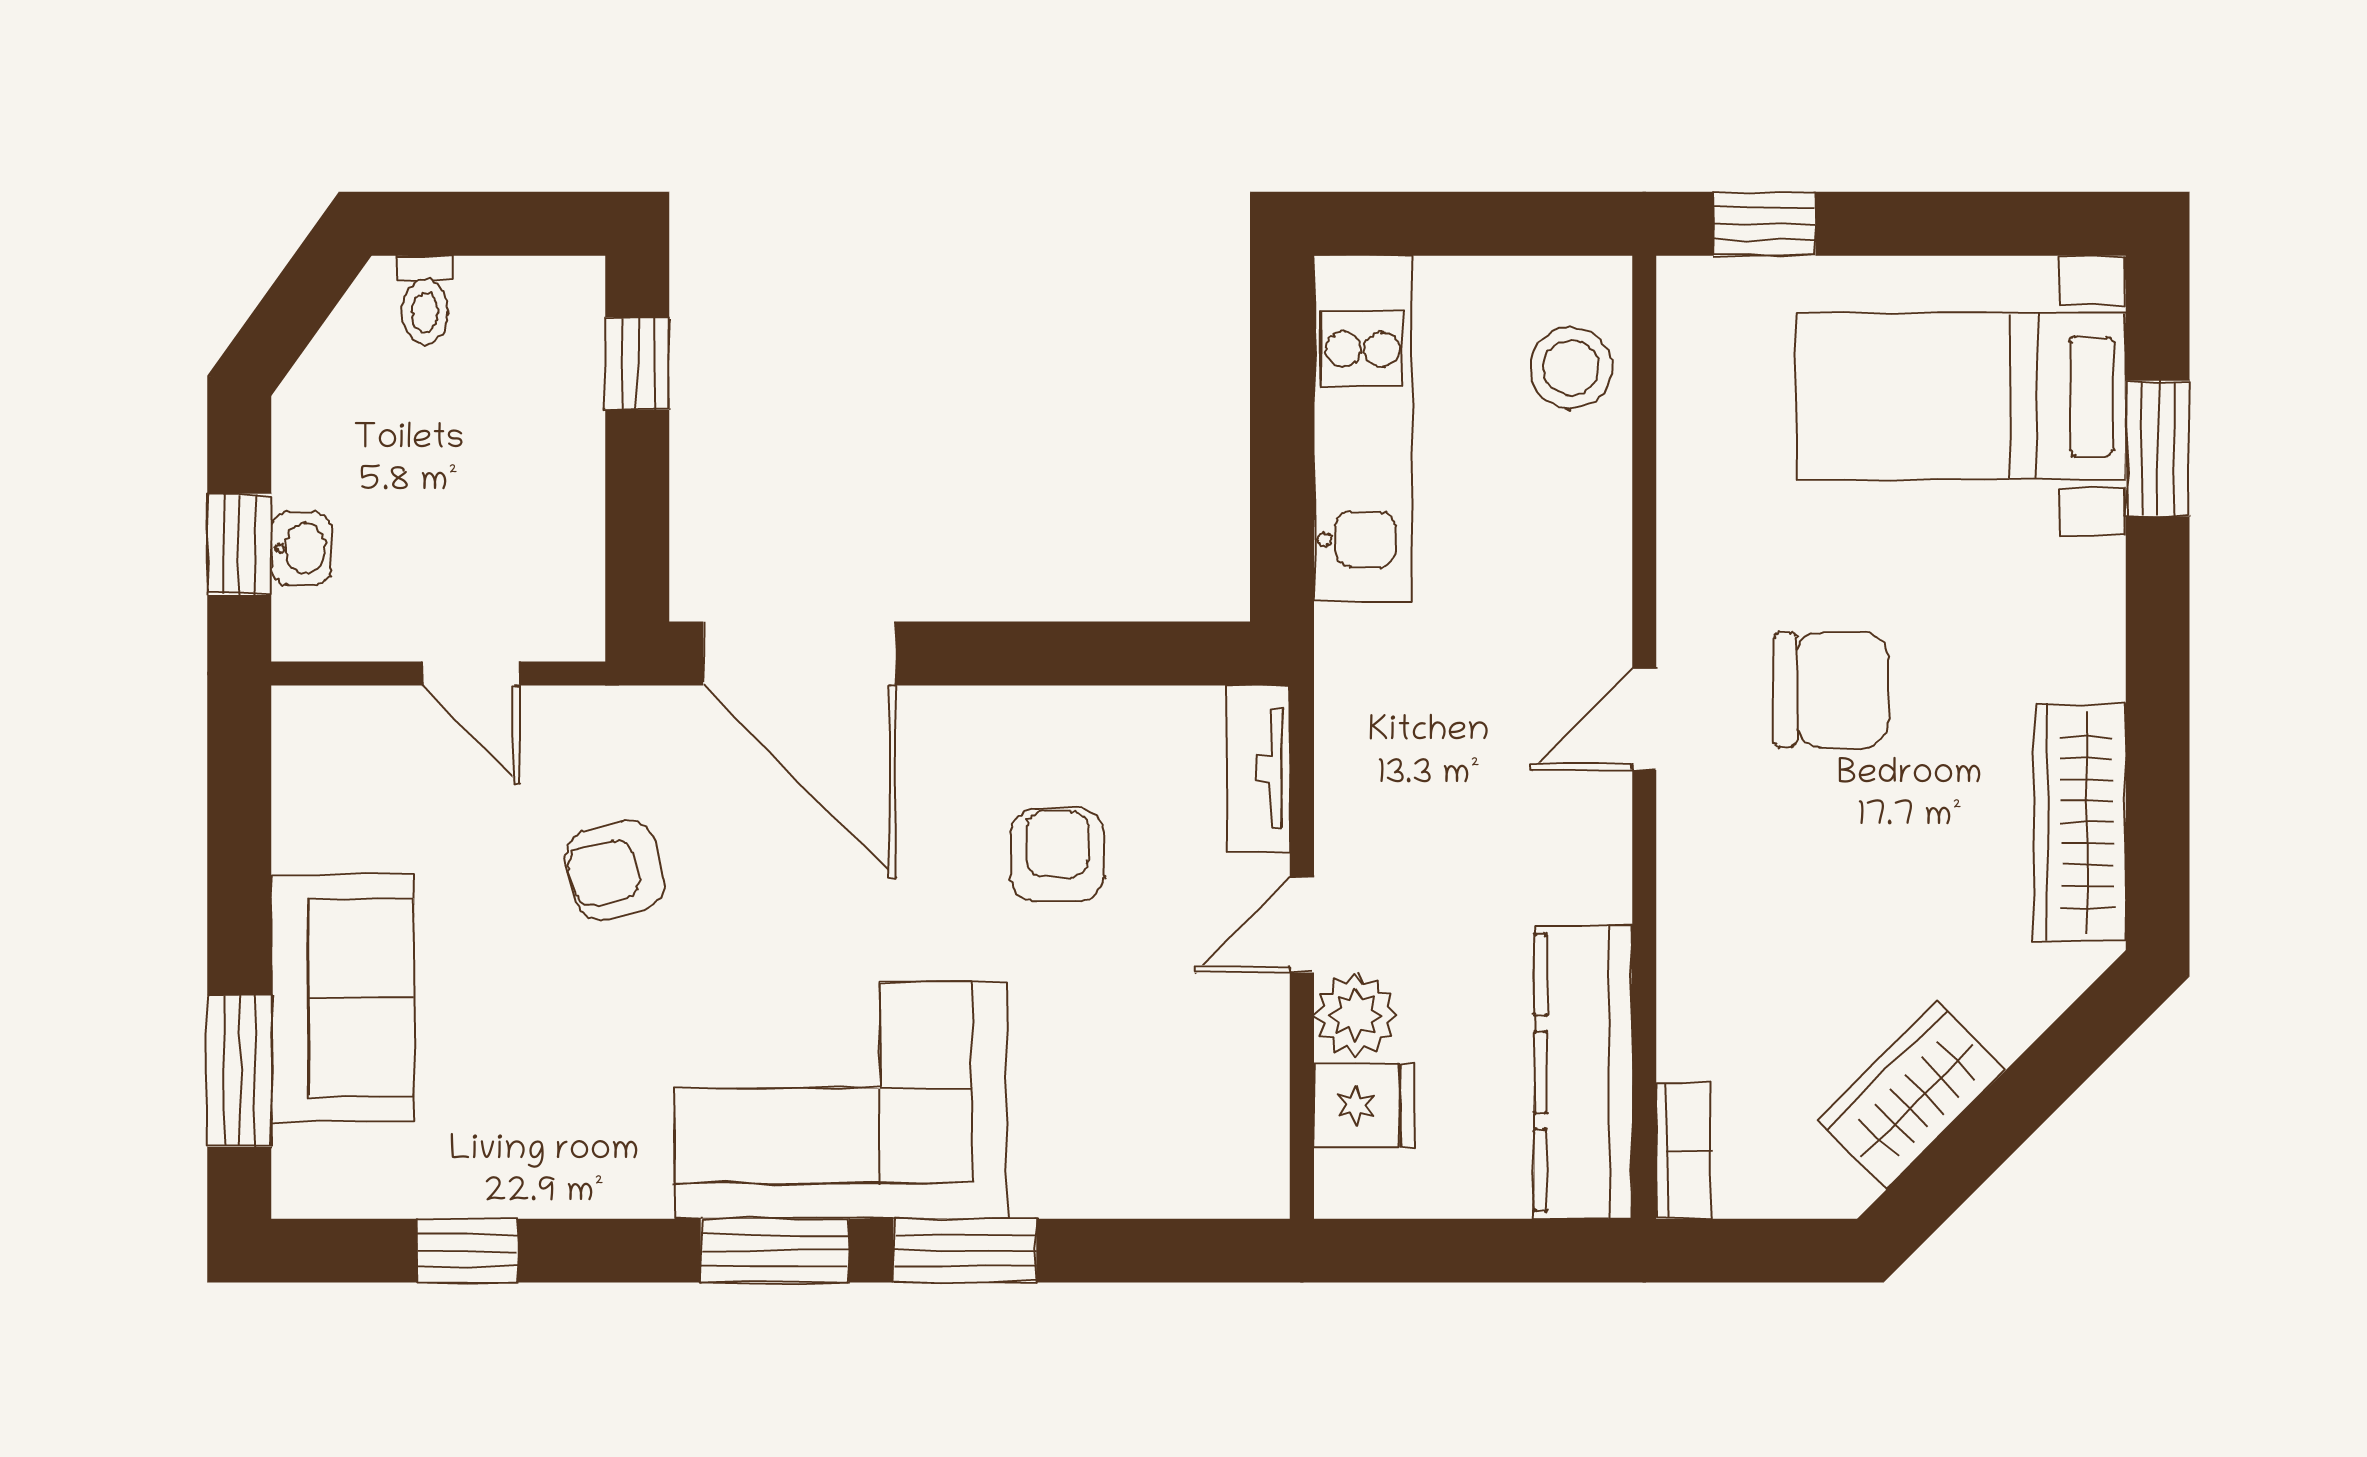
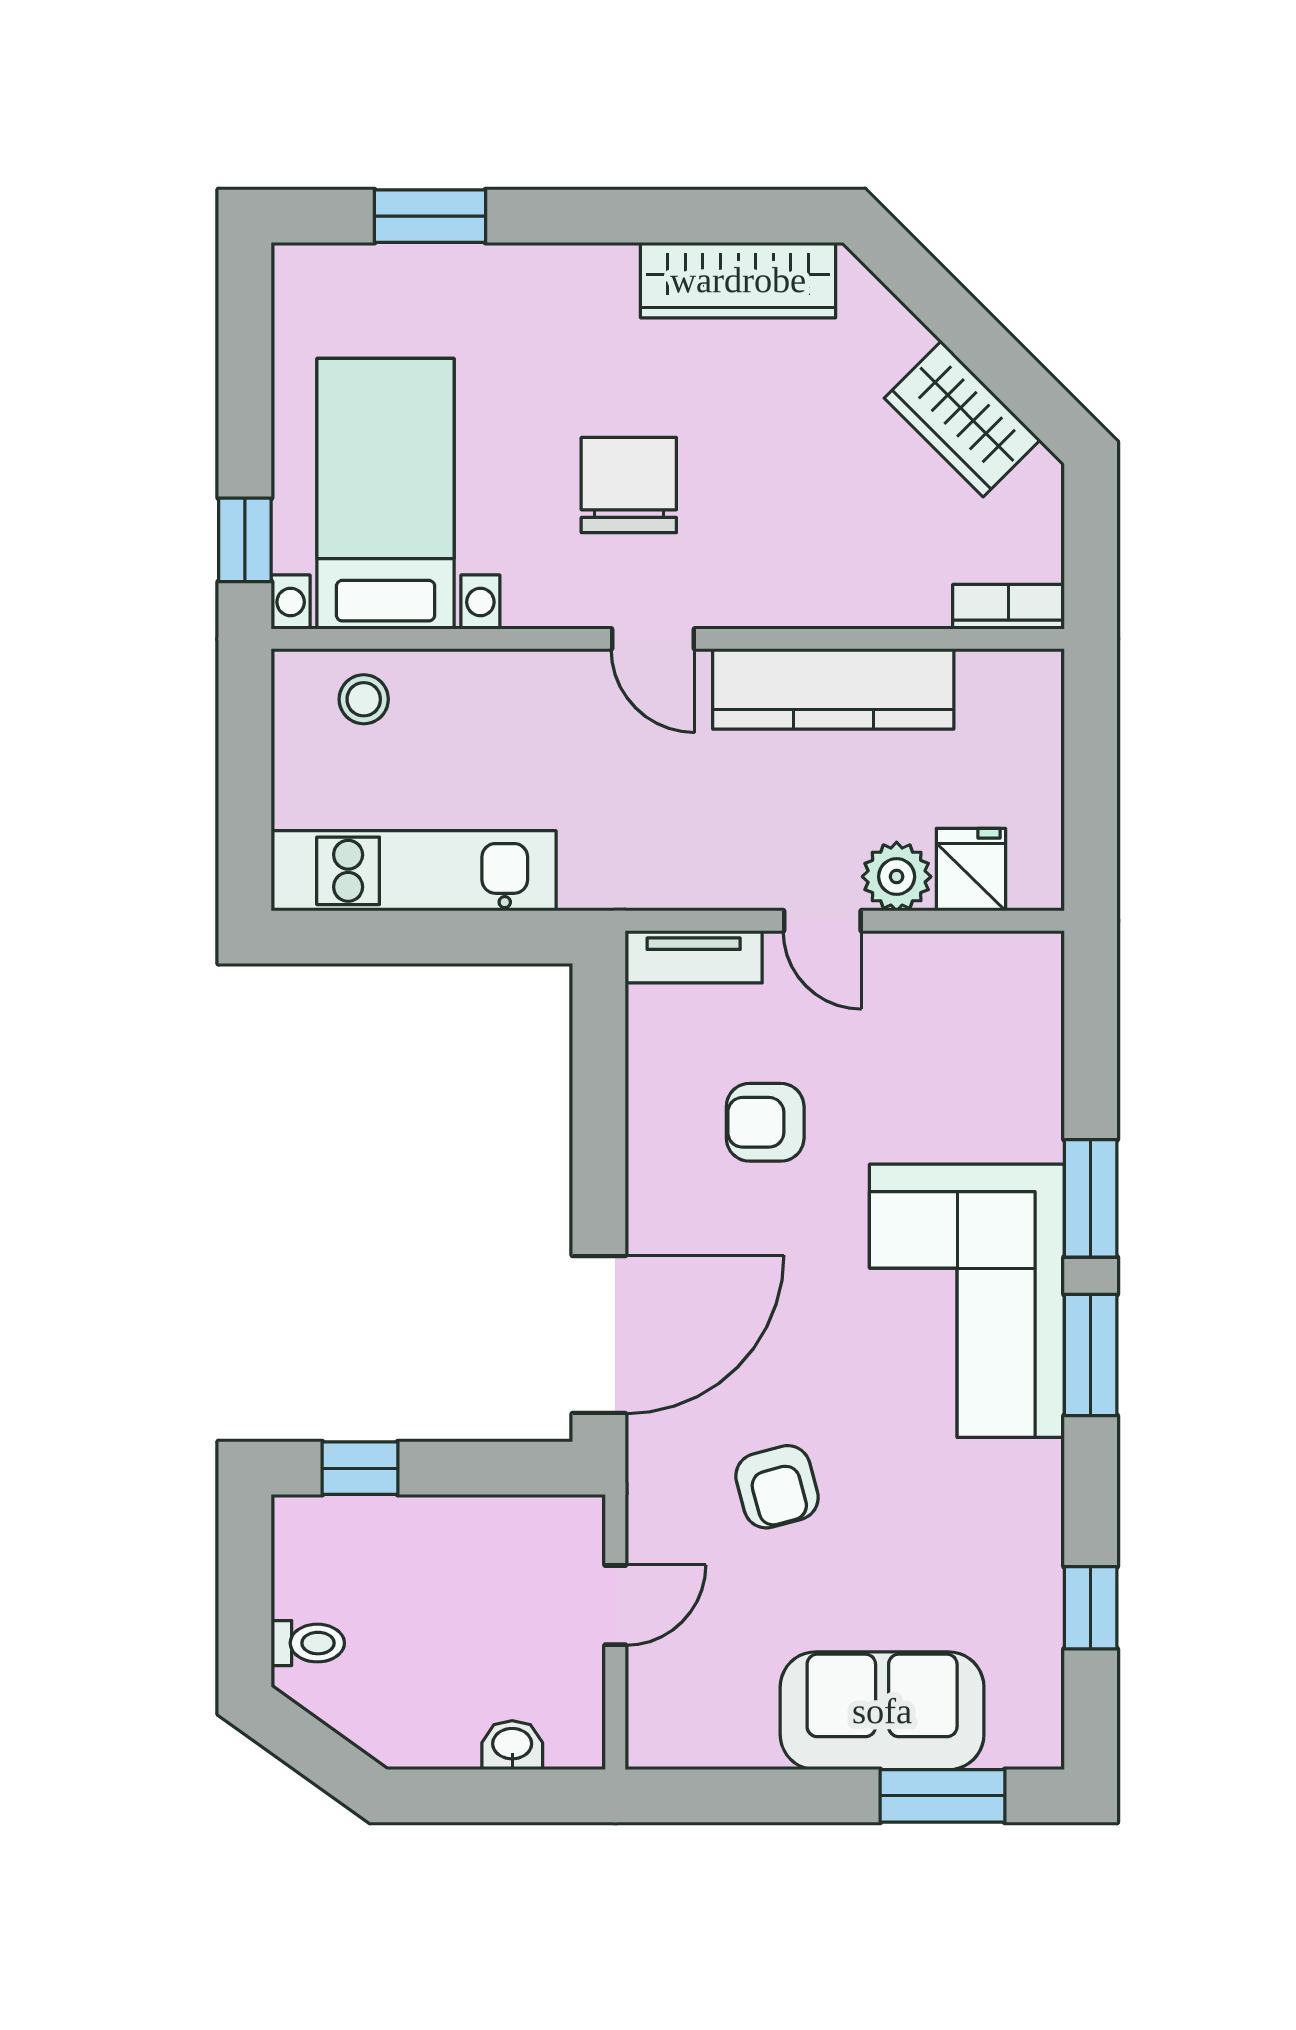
stool: (1571, 368) -> (364, 699), width x0.73, depth x0.73
bed with nightstands: (1961, 396) -> (386, 494), moved, turned 180
window: (239, 544) -> (509, 1796), removed
kitchen counter: (1583, 1072) -> (833, 689), moved

